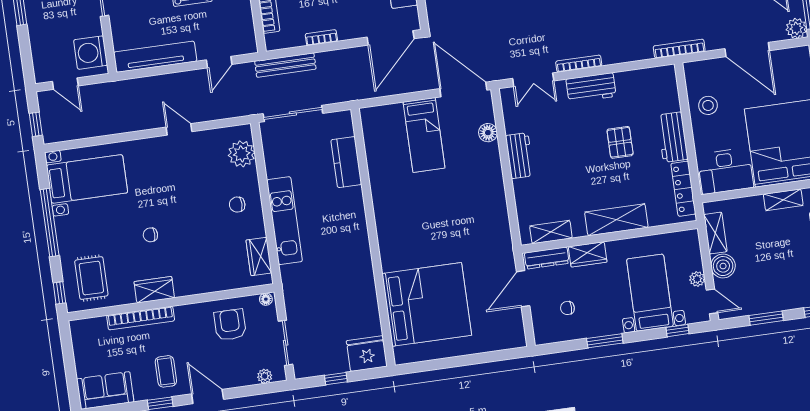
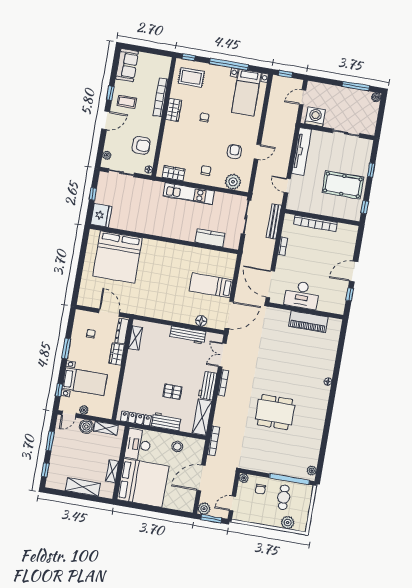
workbench: (520, 156) -> (188, 335), width x1.38
armchair: (191, 168) -> (234, 152), added
shelving: (616, 220) -> (202, 417), moved

